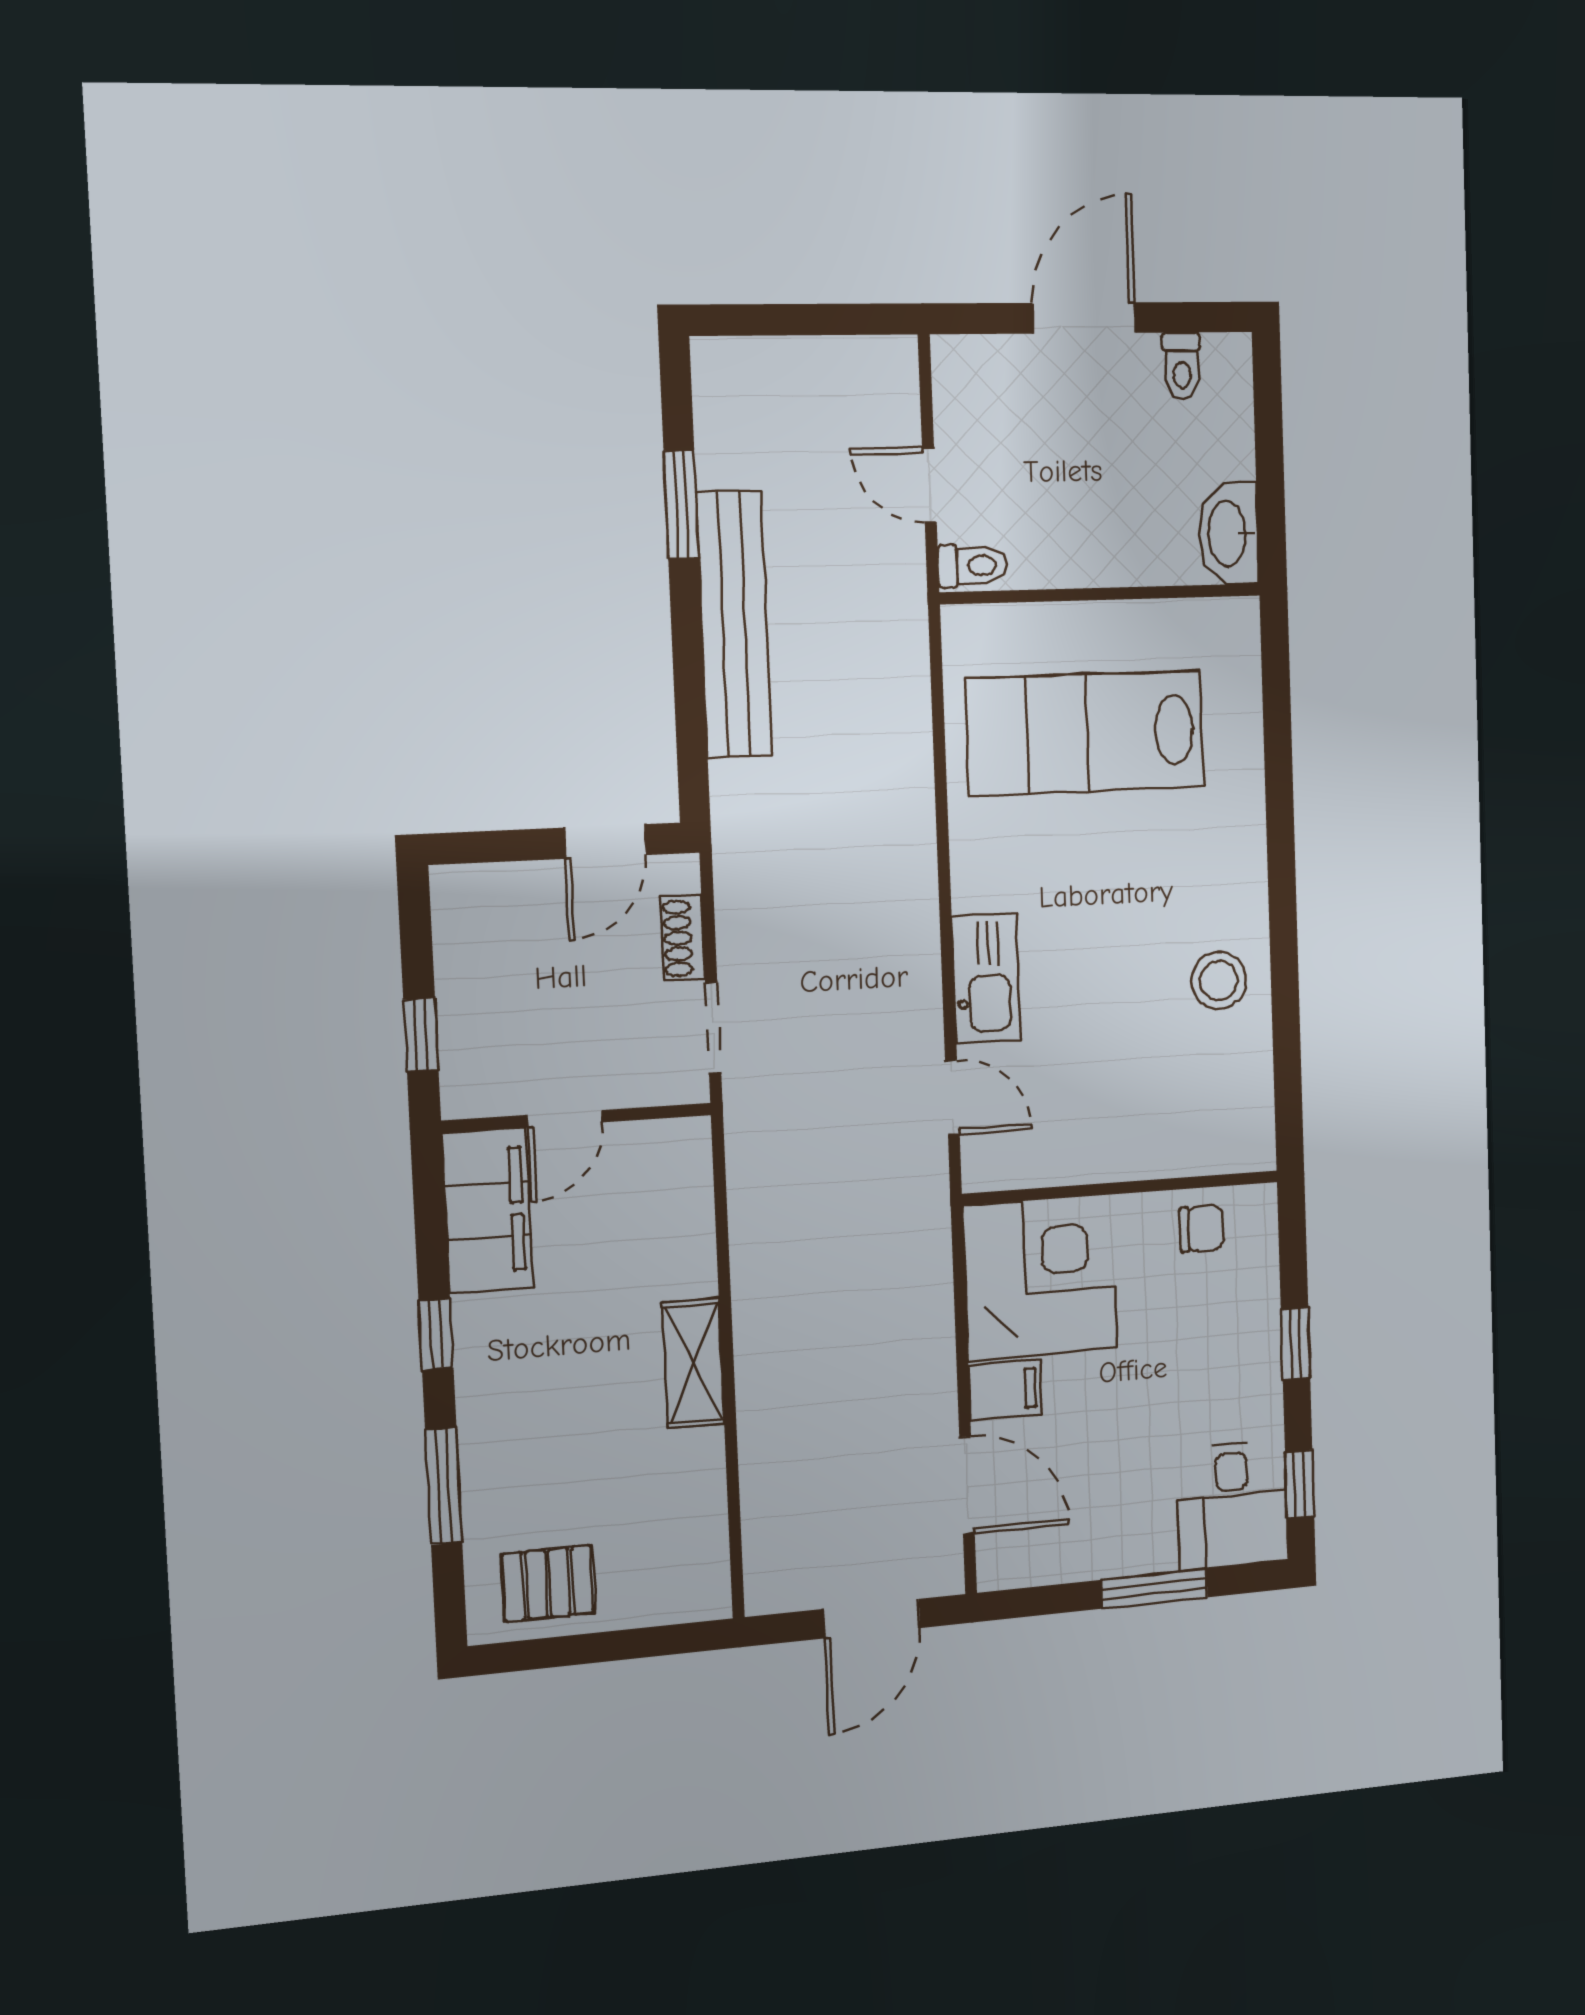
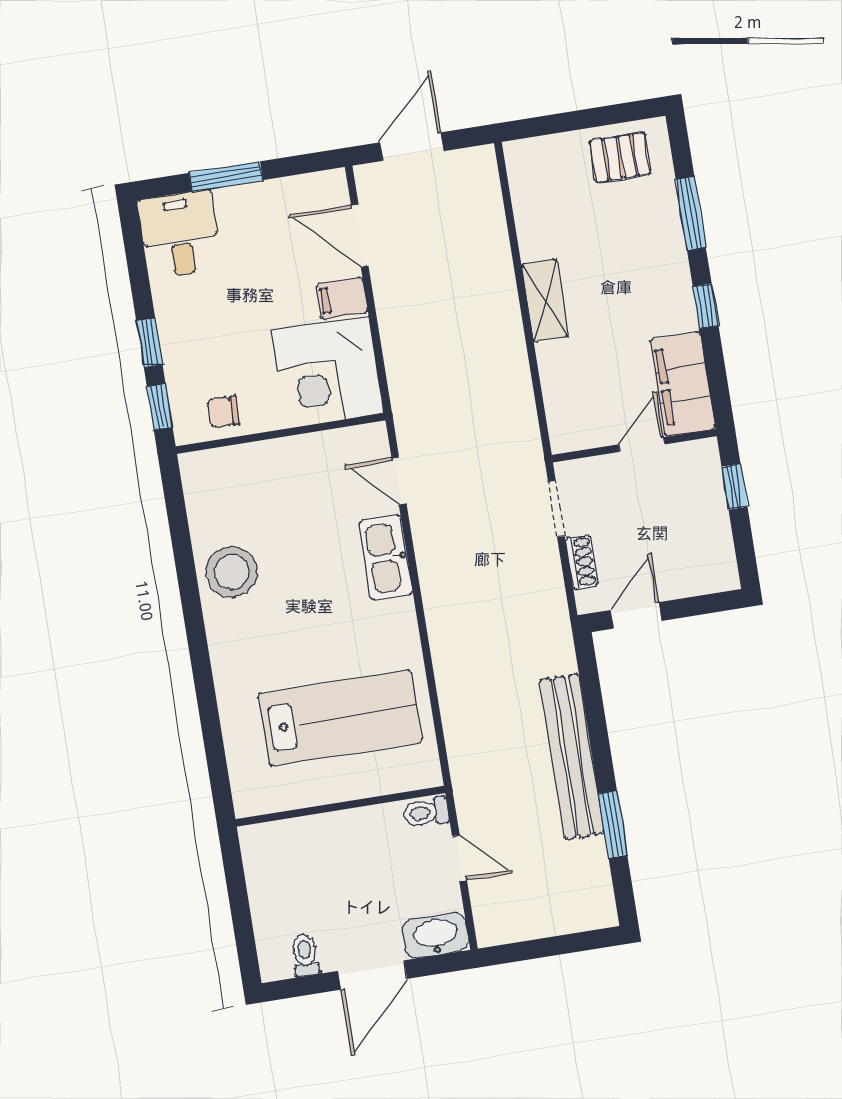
washbasin: (1229, 533) -> (435, 935), moved, turned -90
stool: (1219, 980) -> (232, 572), width x1.38, depth x1.38
window: (1300, 1484) -> (160, 407), moved

